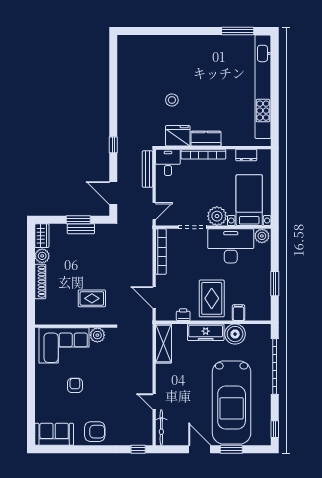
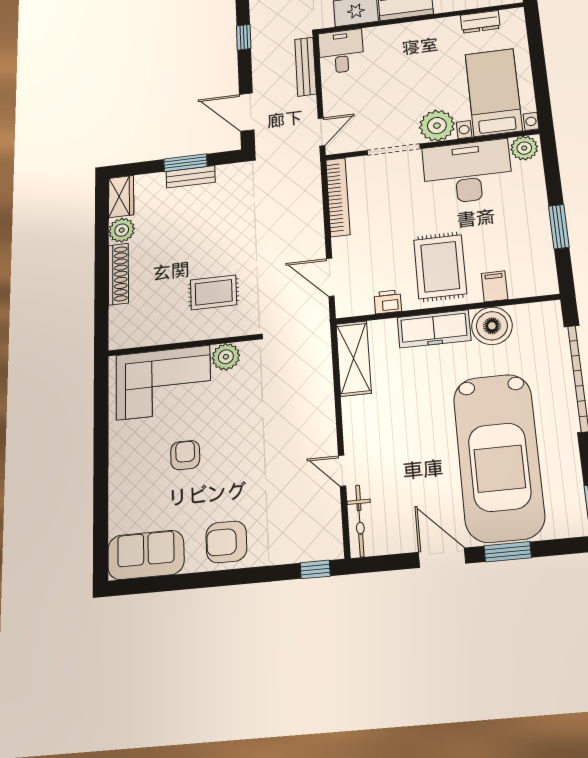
bookcase: (203, 154) -> (403, 31), removed
armchair: (95, 432) -> (226, 542), turned 180

